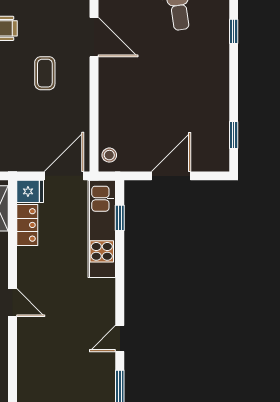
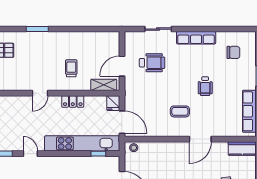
locker: (27, 225) -> (73, 101), moved
kitchen unit: (102, 229) -> (82, 143), width x1.36
door: (12, 303) -> (40, 93), moved

